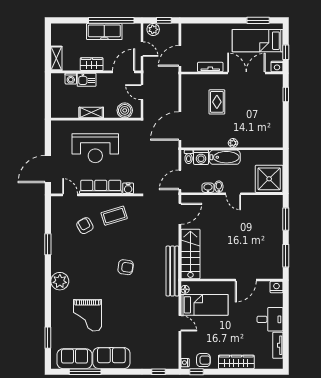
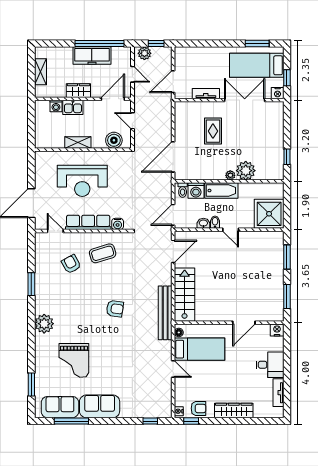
shelving: (56, 58) -> (41, 72), moved
window: (286, 94) -> (287, 157), moved
plant: (247, 139) -> (246, 171), added

